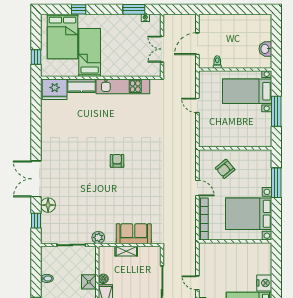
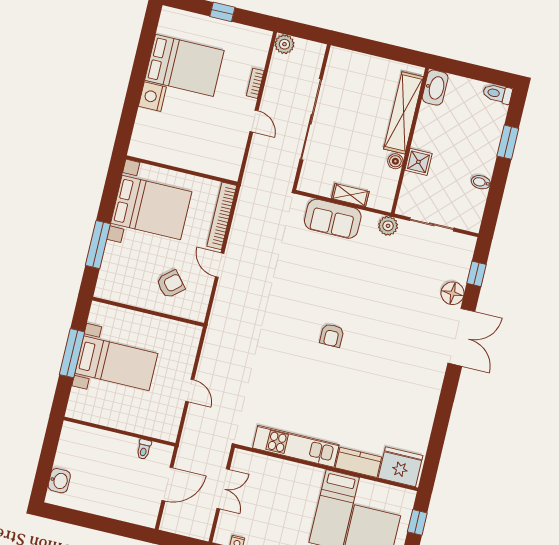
washbasin: (265, 49) -> (59, 481), moved
bed with nightstands: (247, 91) -> (116, 363), moved

